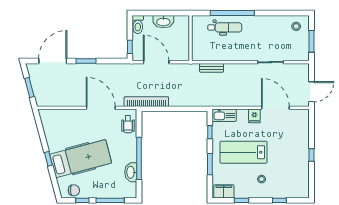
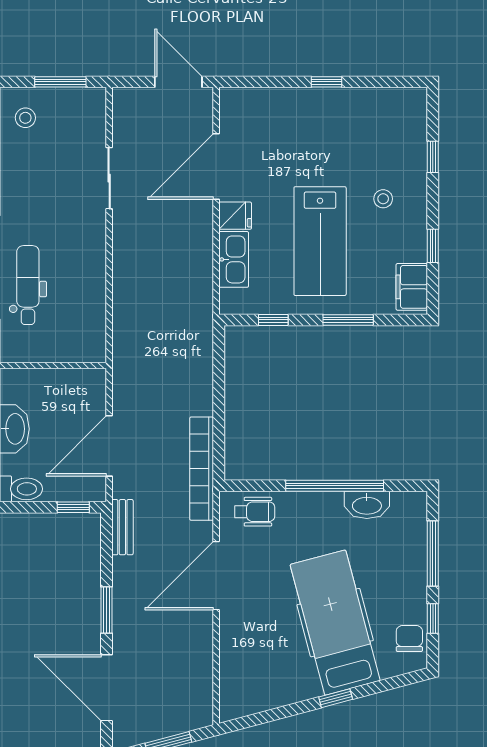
bench: (212, 68) -> (122, 527), moved
kitchen sink: (224, 115) -> (234, 259), moved

